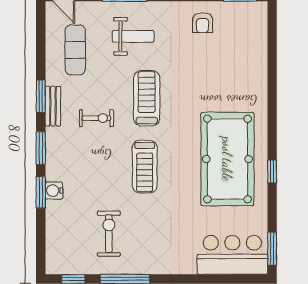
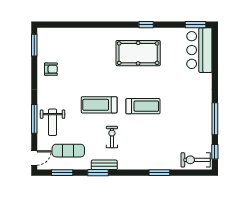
weight bench: (133, 36) -> (53, 122), moved, turned 180
window: (41, 148) -> (62, 173), moved
pool table: (227, 159) -> (138, 53), width x0.73, depth x0.76
water cooler: (54, 191) -> (158, 164), removed
exercise bike: (109, 234) -> (196, 160), moved

